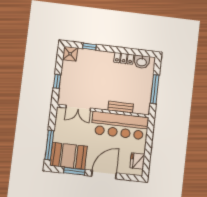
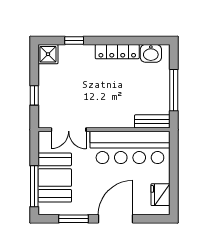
locker: (124, 58) -> (117, 52), width x1.53
bench: (121, 107) -> (152, 121), moved
booth: (68, 156) -> (55, 178), moved, turned 90

